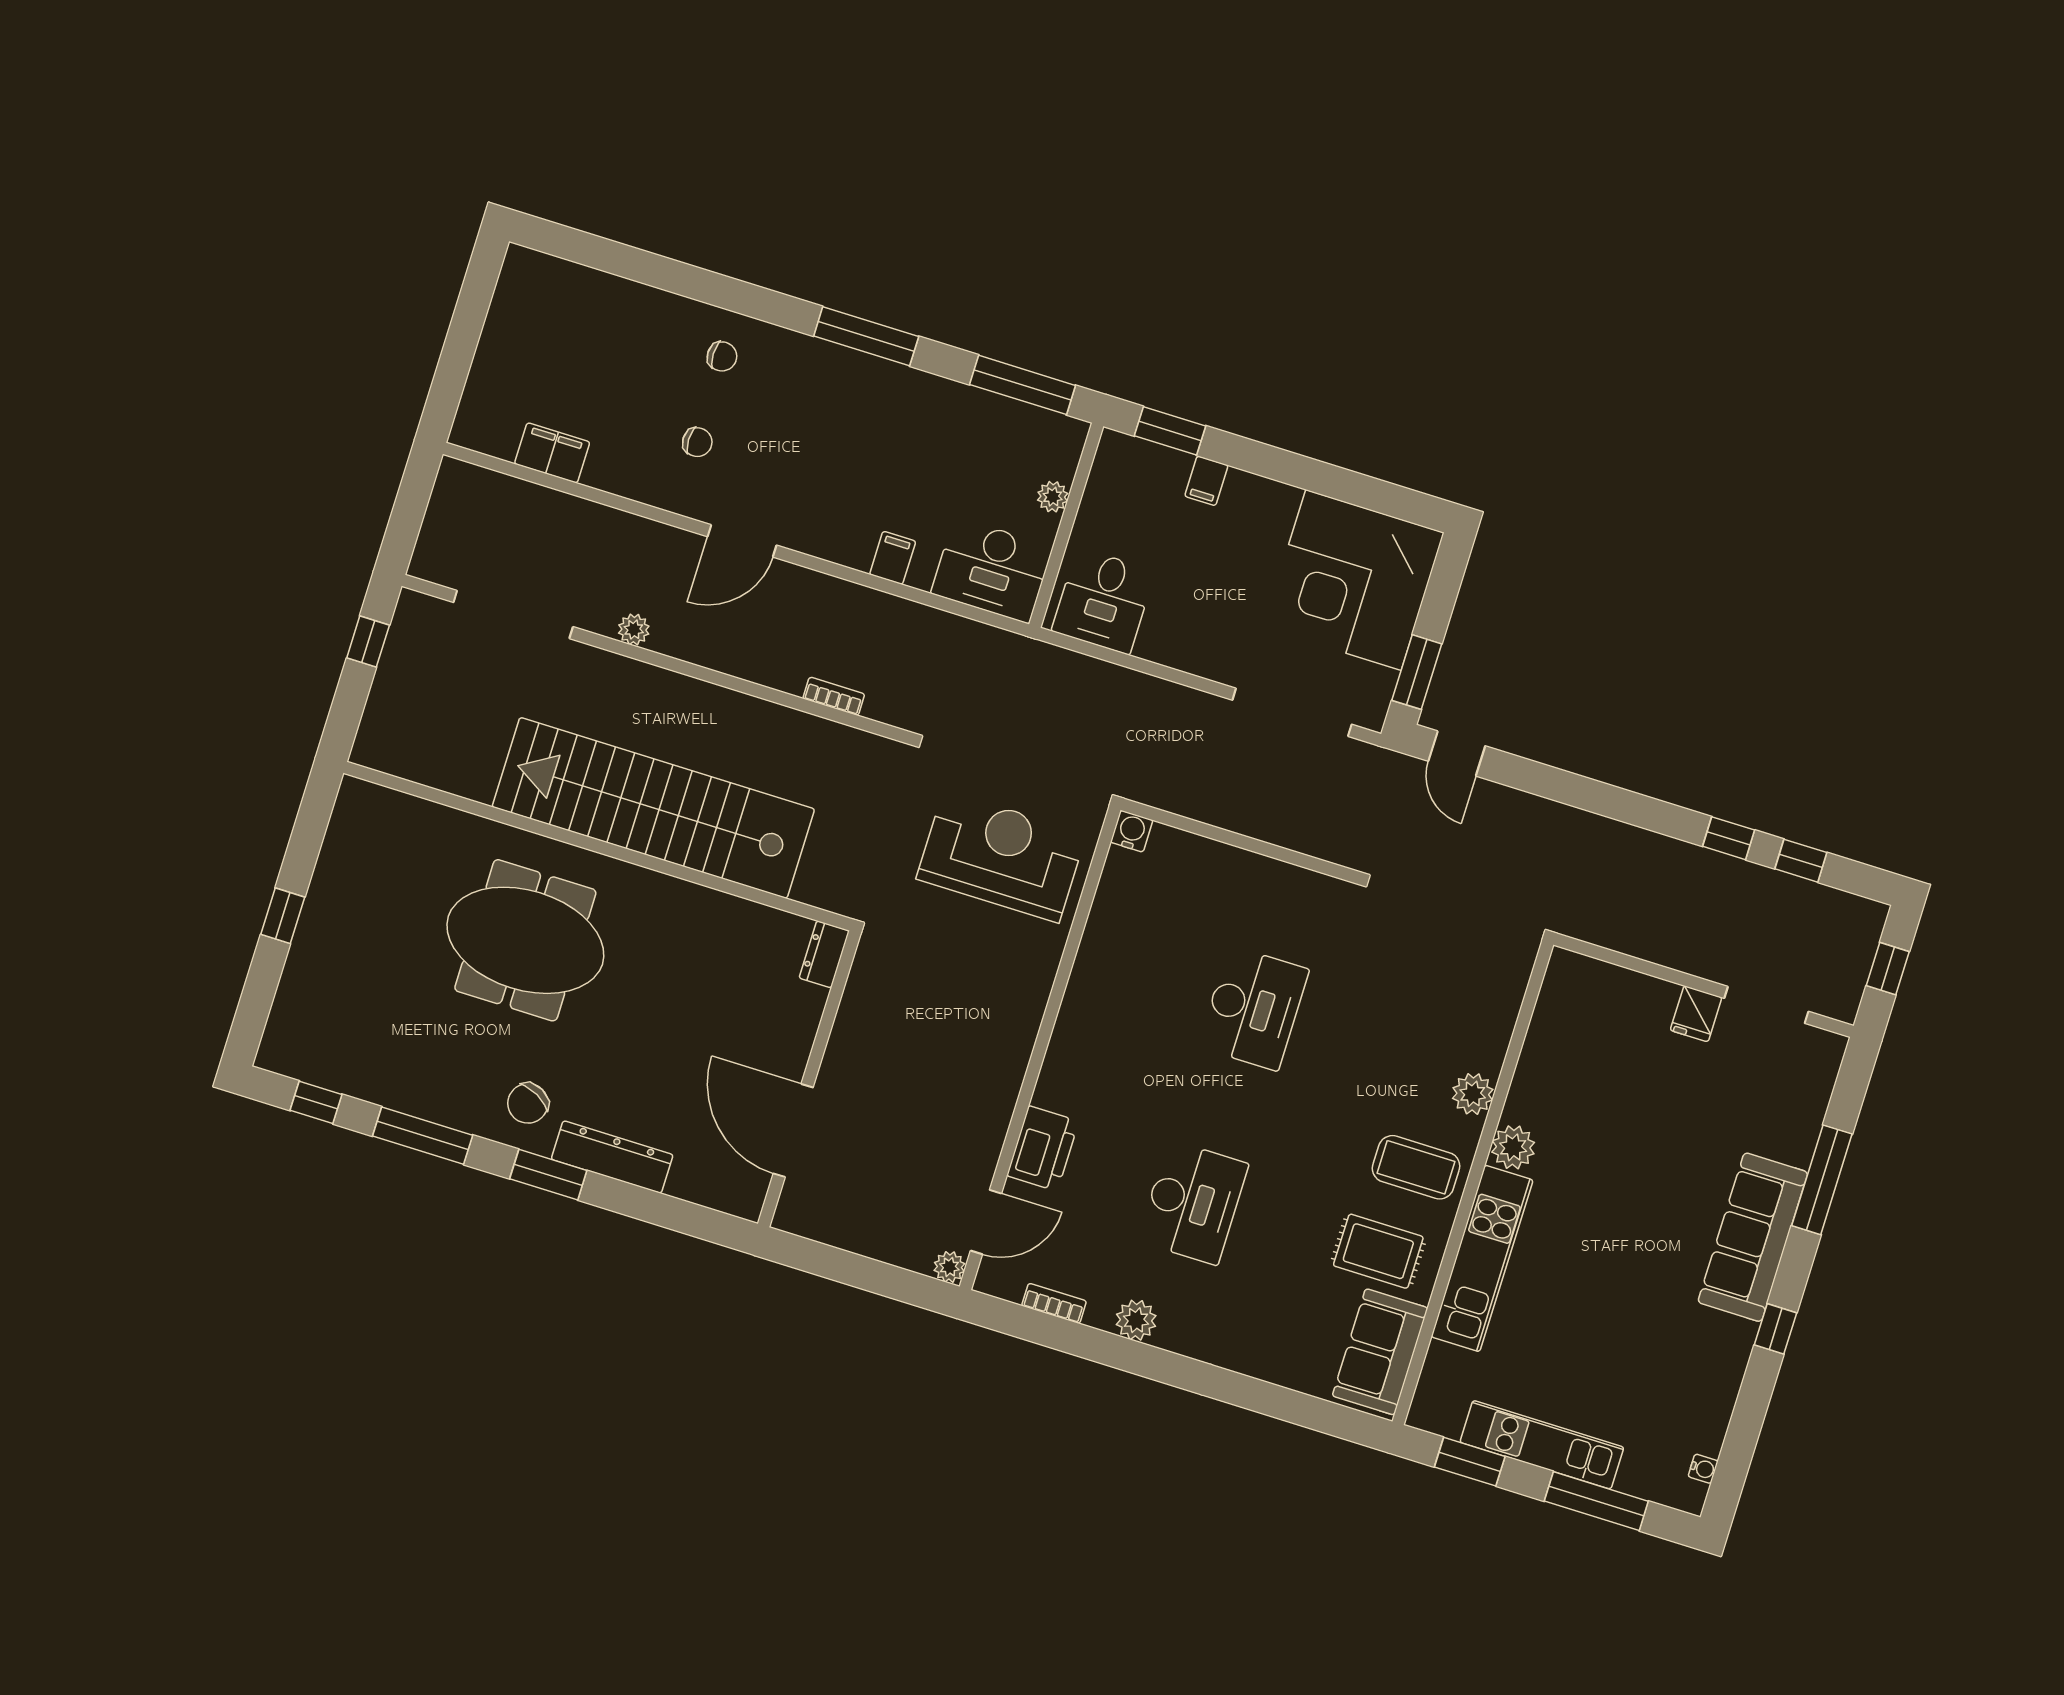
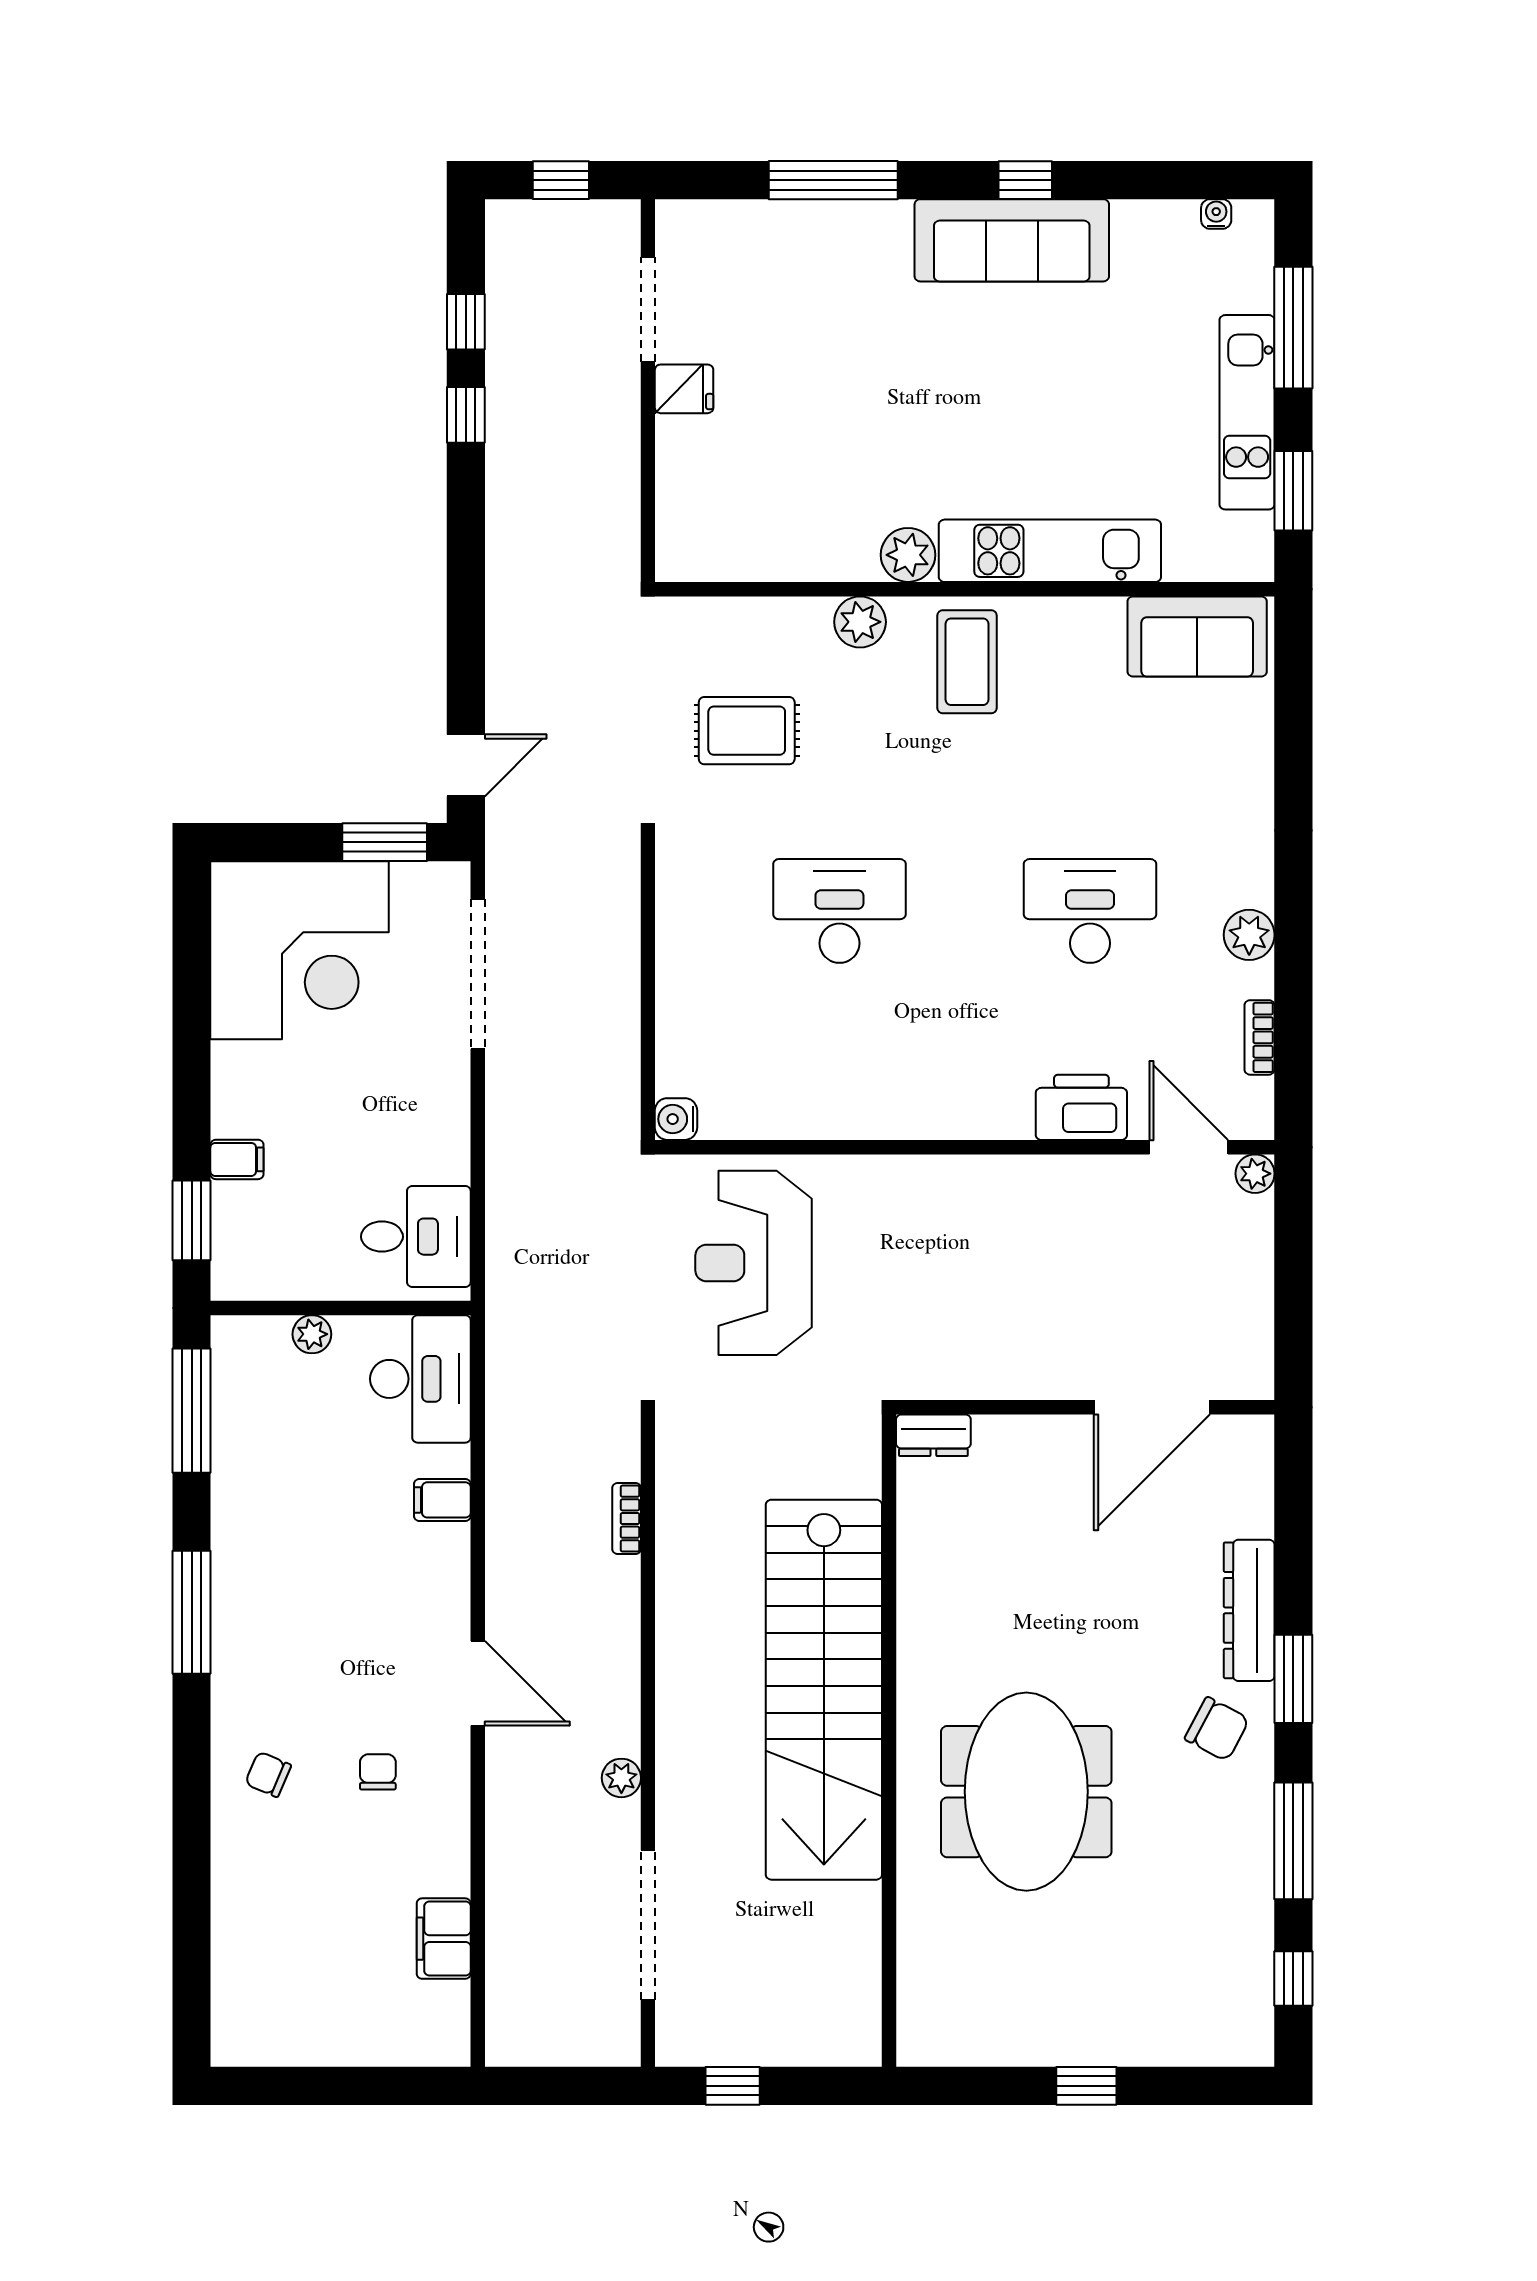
chair: (722, 356) -> (268, 1774), turned -67
sofa: (1753, 1237) -> (1012, 240), moved
rug: (1378, 1251) -> (747, 731), moved, turned 90

